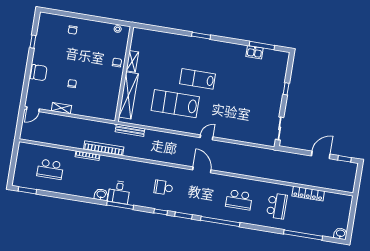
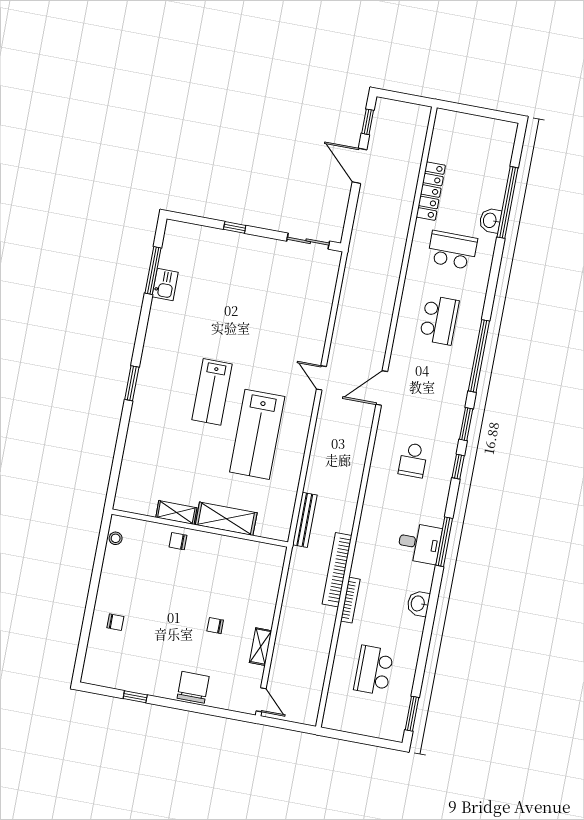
shelving: (128, 95) -> (226, 519), width x0.68
school desk: (50, 169) -> (374, 670), turned 180
washbasin: (101, 195) -> (418, 604), moved
washbasin: (341, 234) -> (490, 220), moved

